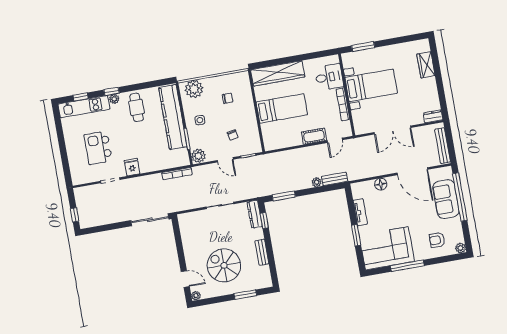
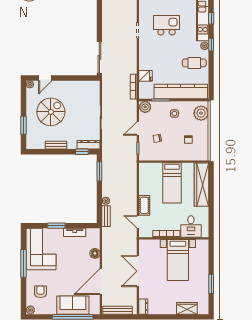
window: (363, 47) -> (211, 284), moved
fridge: (132, 167) -> (146, 76), moved

